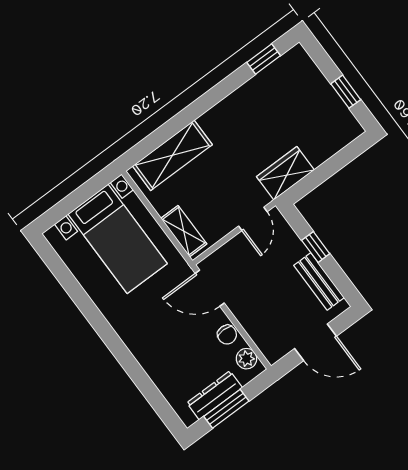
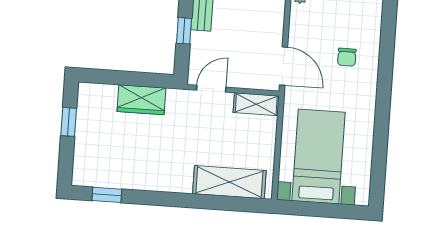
wardrobe: (285, 173) -> (141, 100), moved
shelving: (184, 231) -> (256, 104), moved, turned 90
chair: (227, 335) -> (347, 57), moved, turned 180

